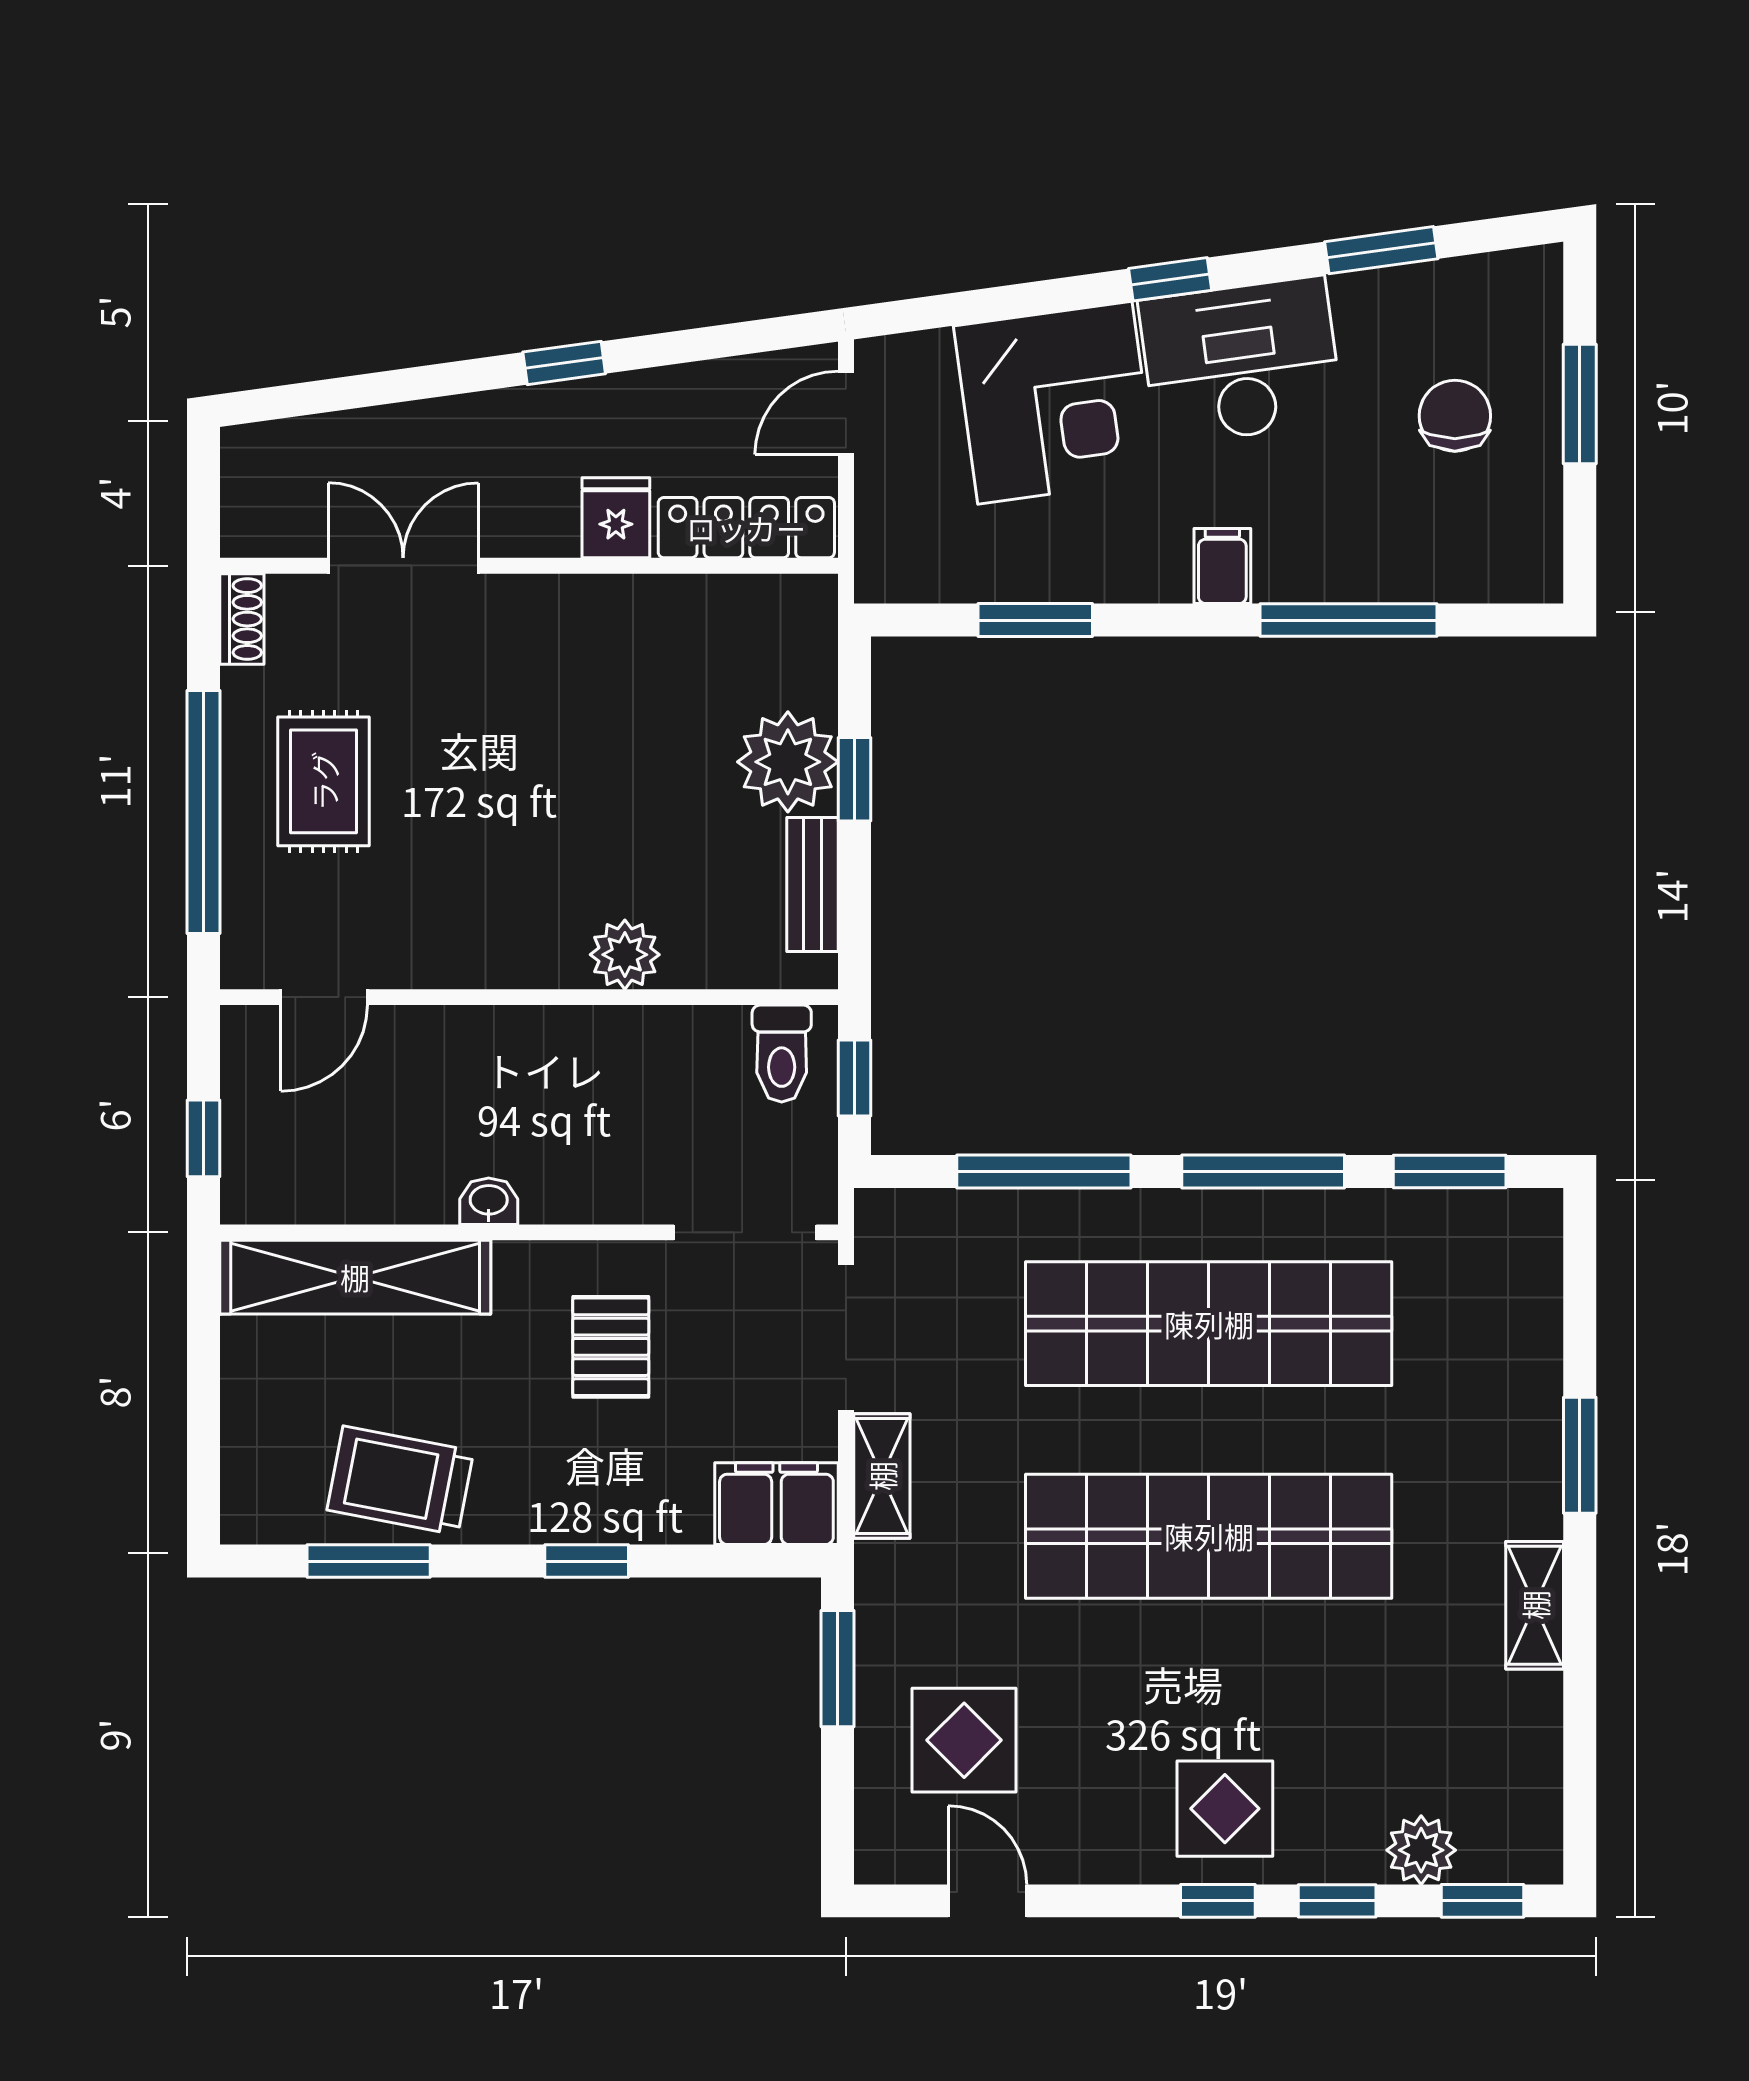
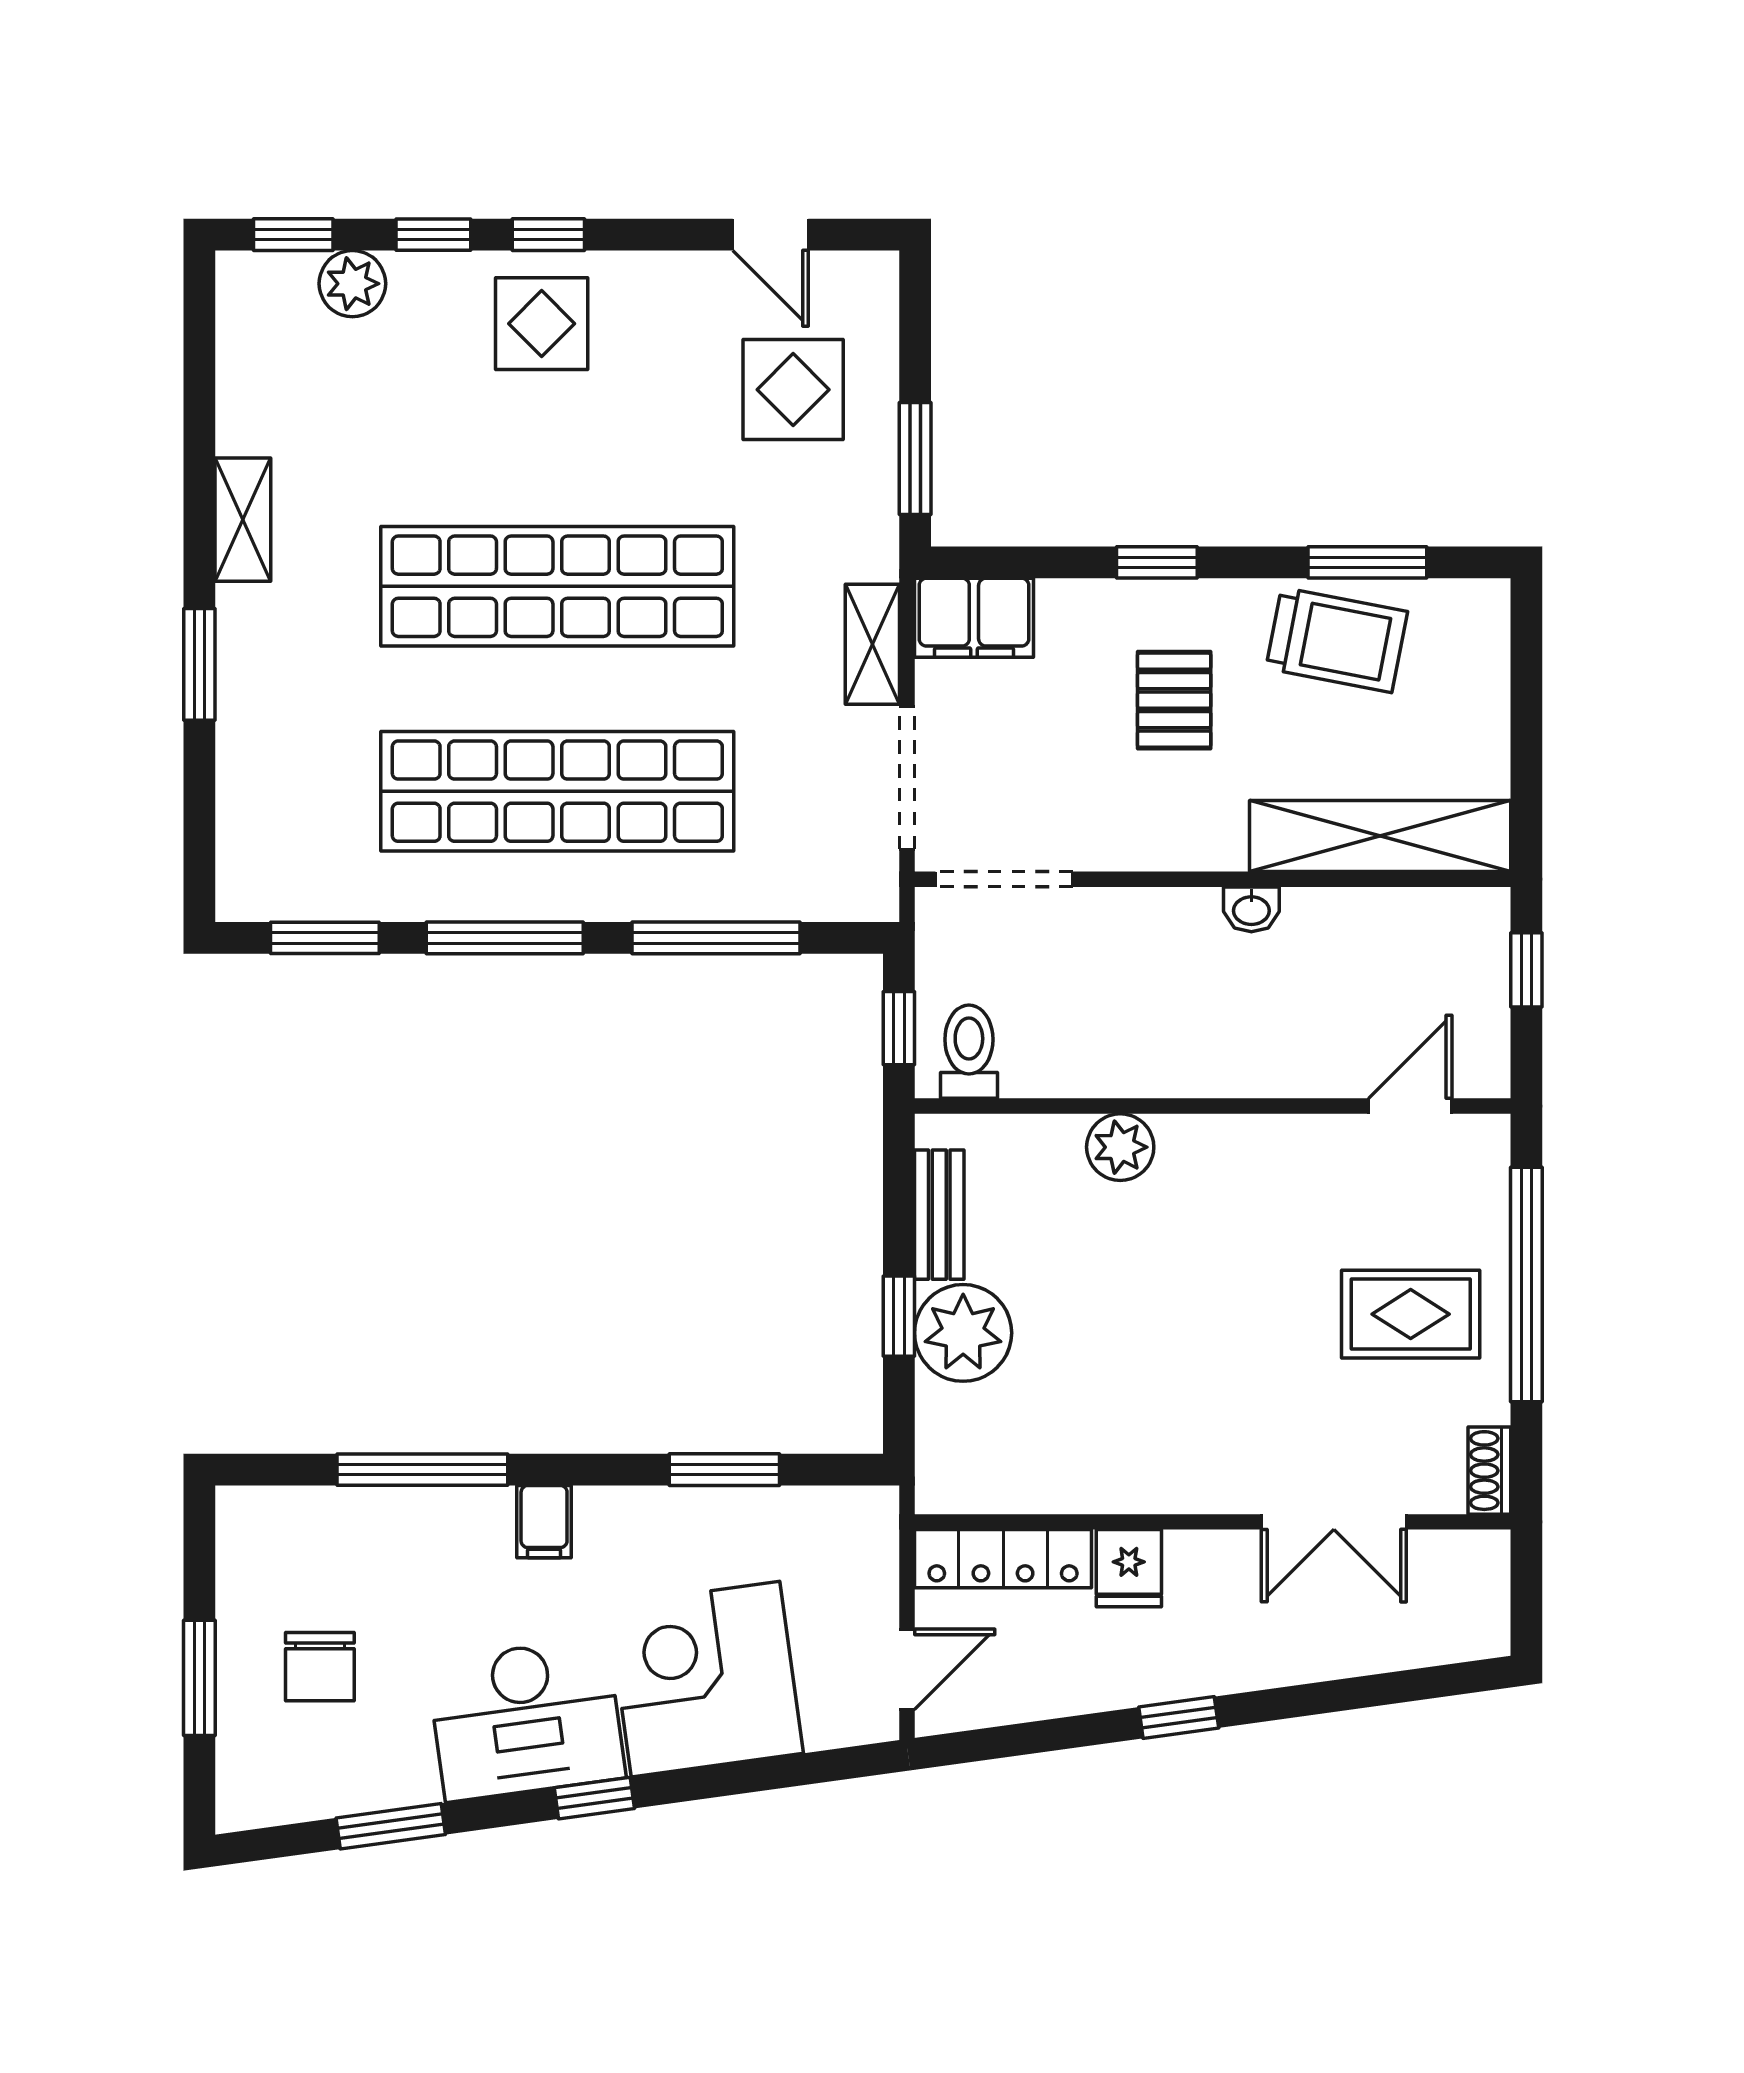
rug: (324, 781) -> (1411, 1314), turned 90
pallet: (611, 1347) -> (1174, 700), moved

